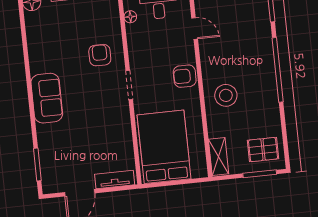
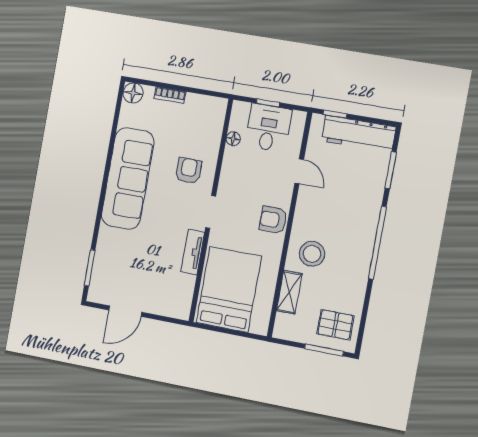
sofa: (47, 98) -> (128, 178), width x1.85, depth x1.27
shelving: (219, 157) -> (289, 292), moved
tv unit: (115, 179) -> (193, 252), moved, turned -90

